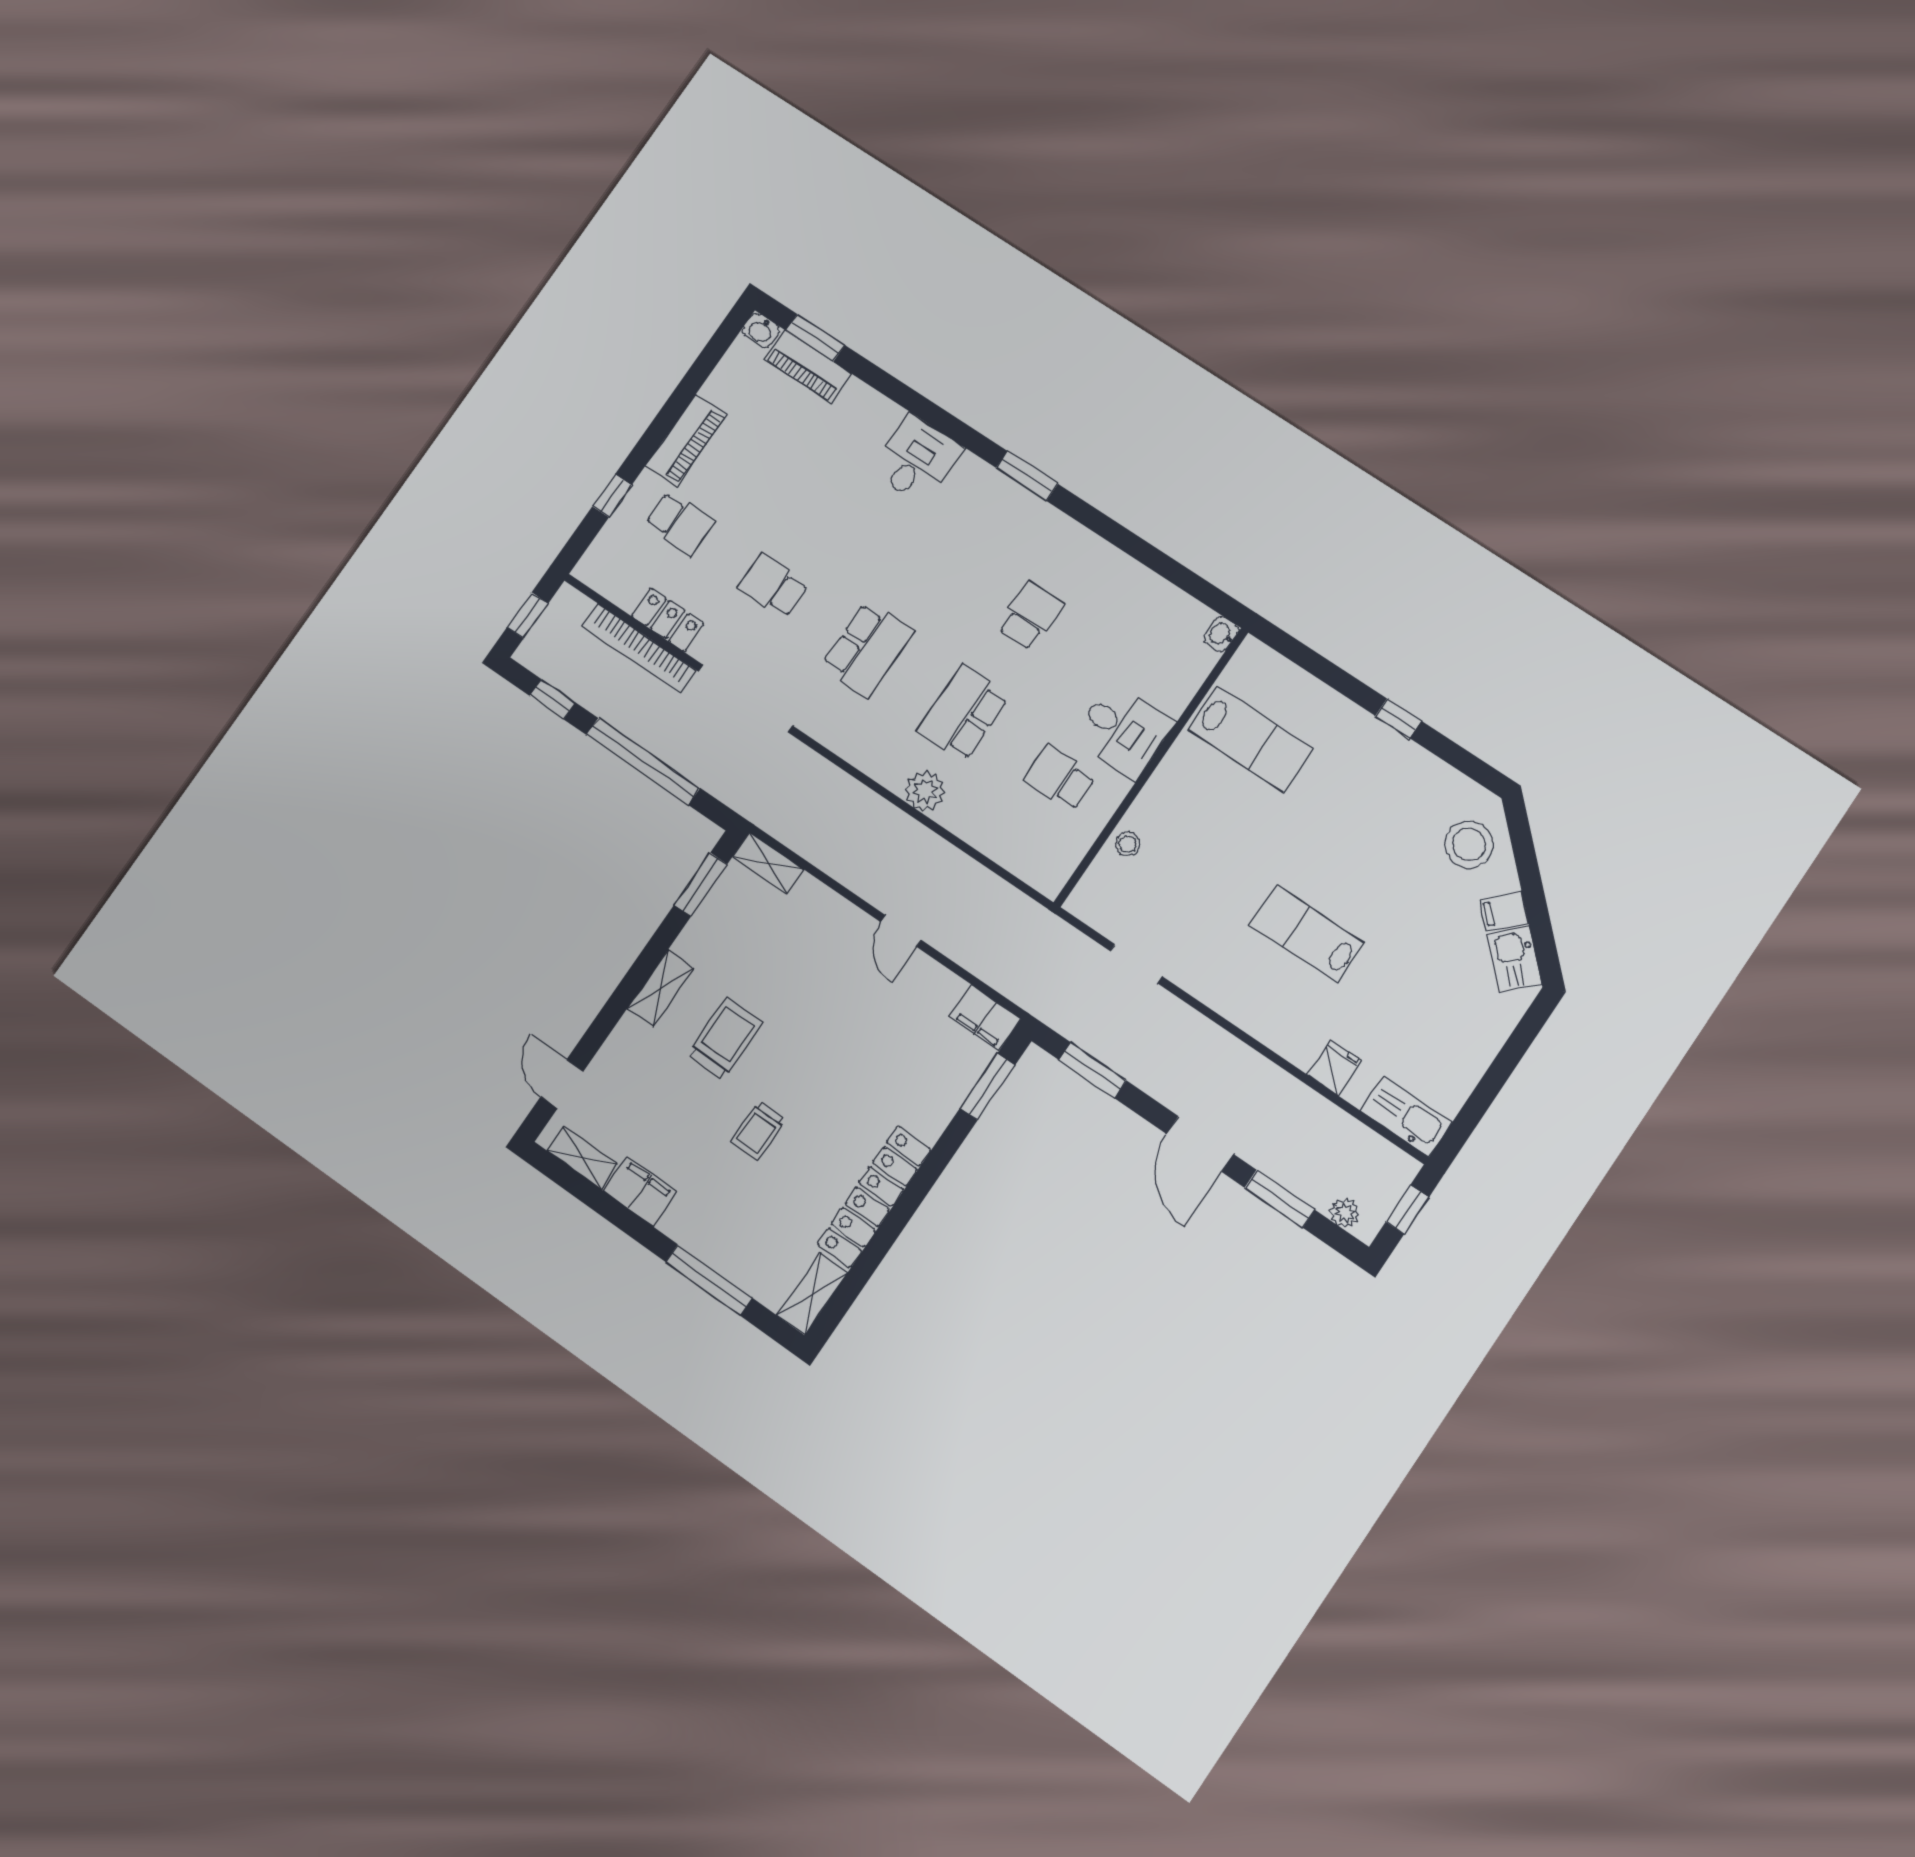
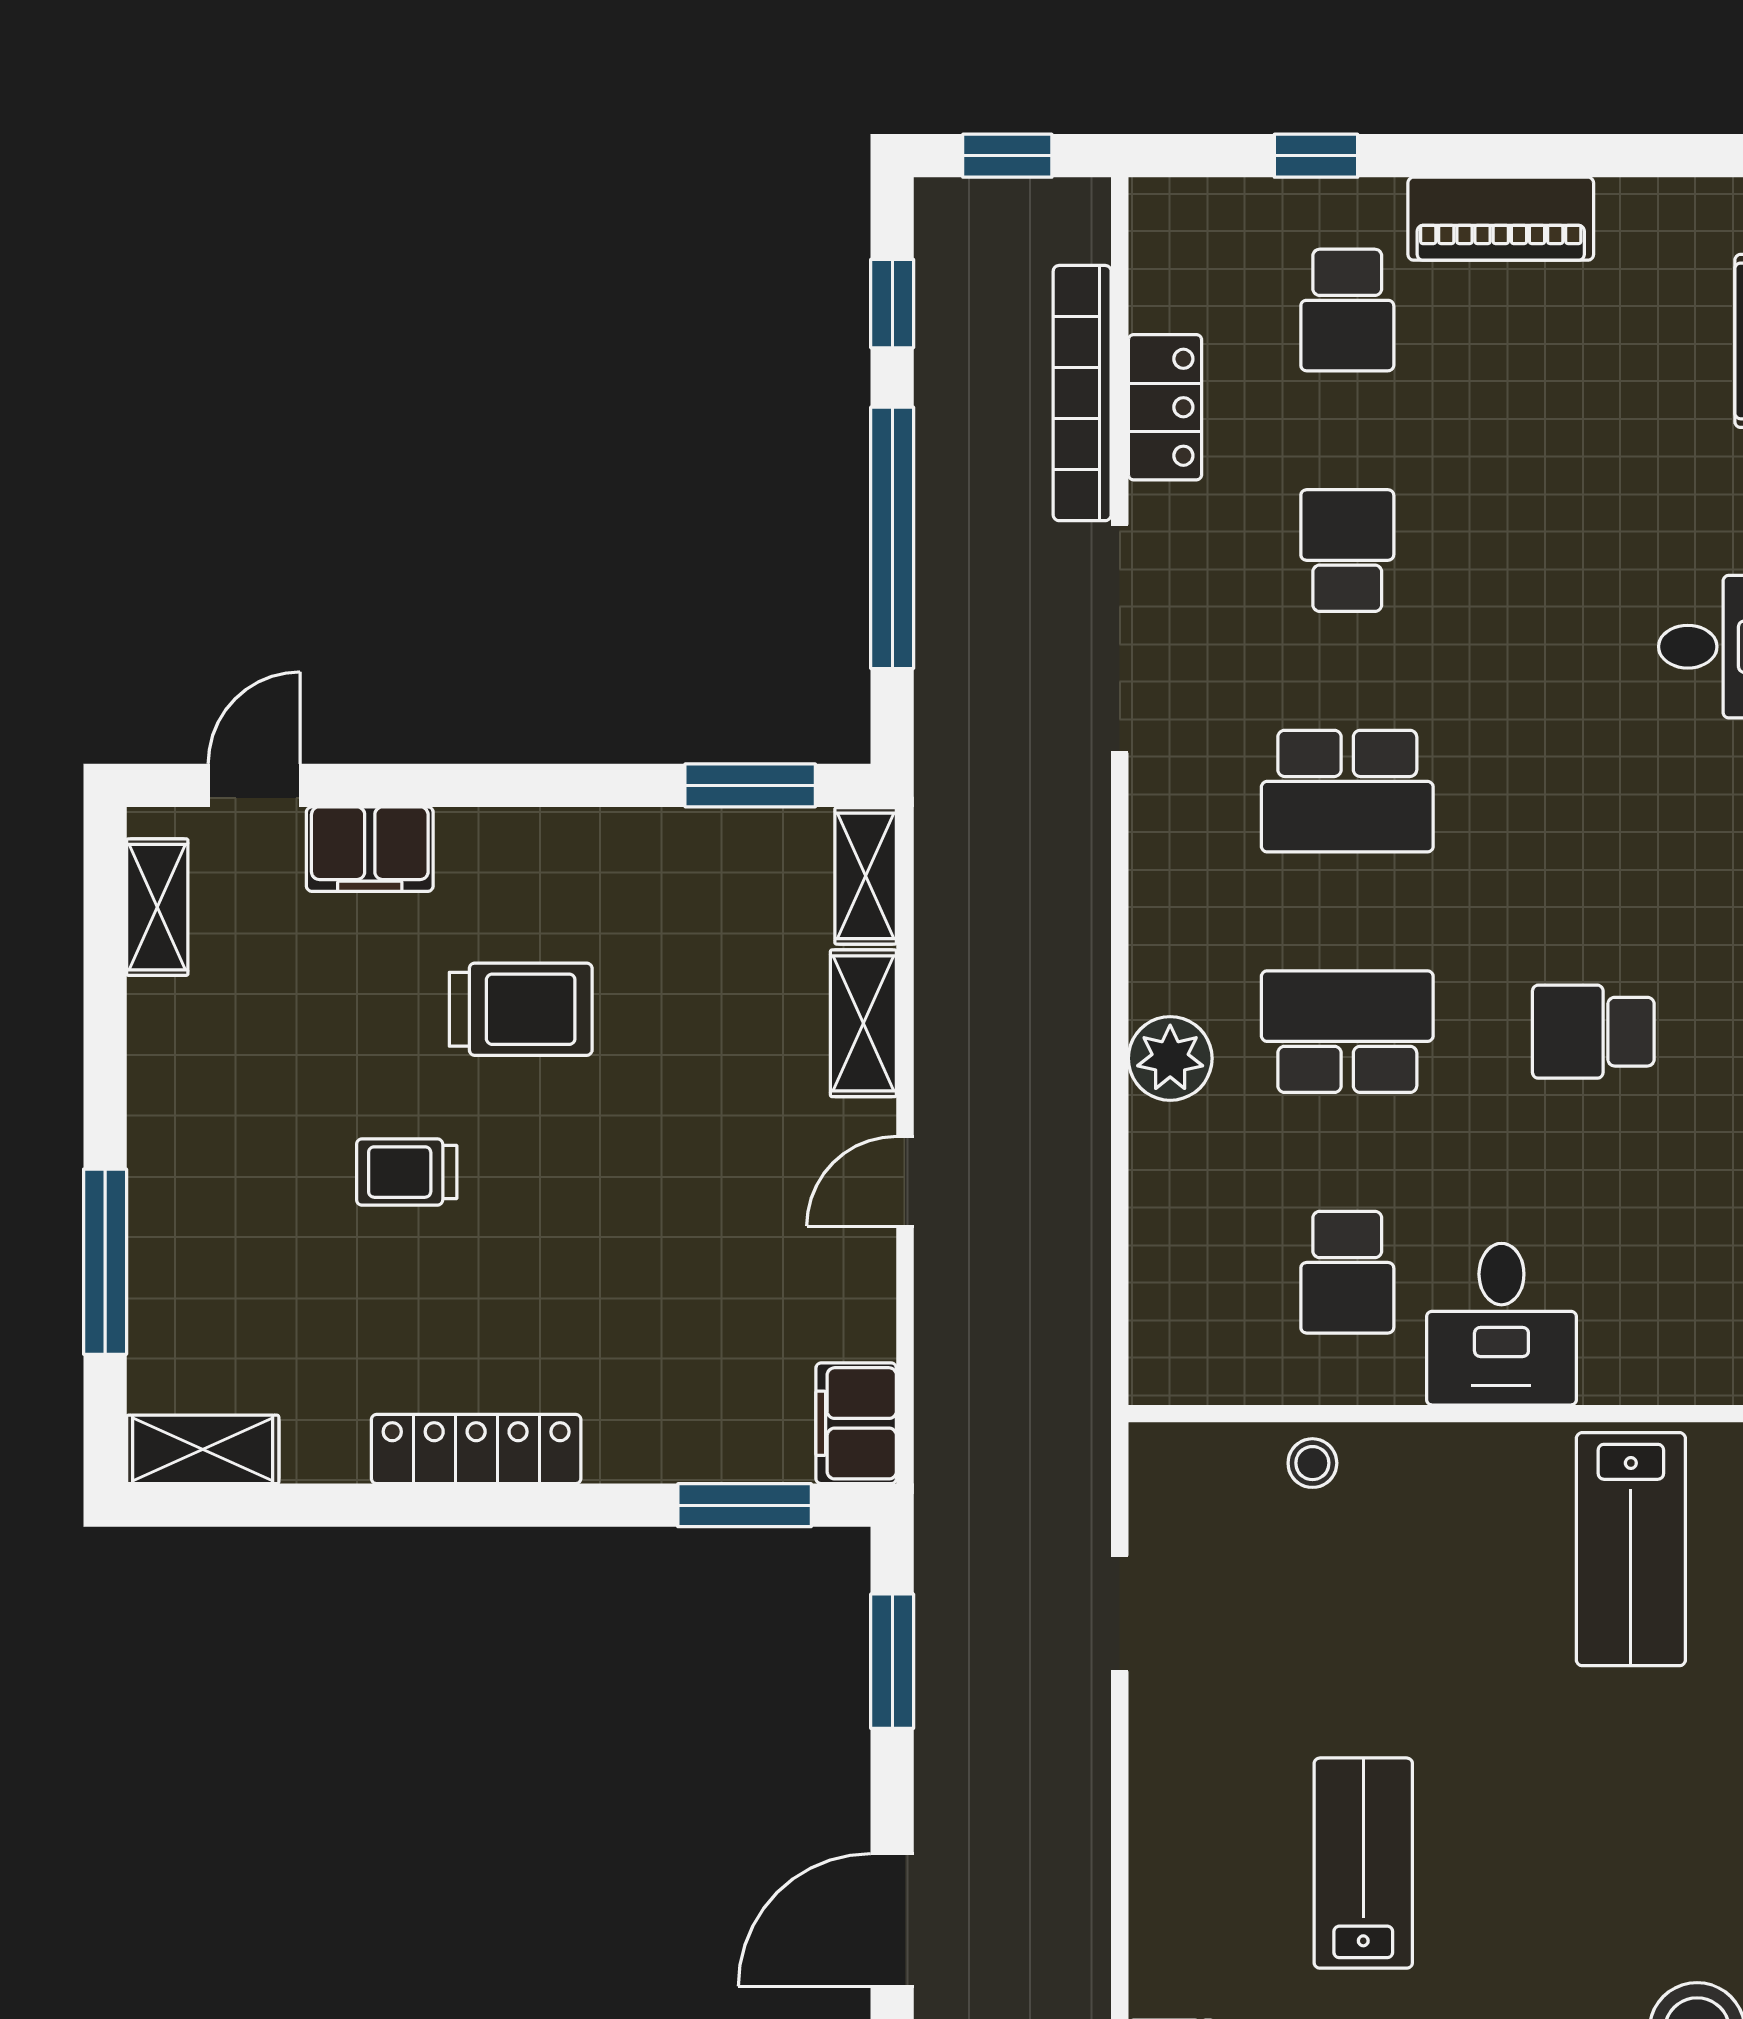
school desk: (1030, 616) -> (1593, 1032), turned 180
school desk: (1060, 778) -> (1347, 1272), turned 180
shelving: (661, 988) -> (863, 1023), moved, turned 90
filing cabinet: (640, 1192) -> (370, 849), moved, turned 90
locker: (874, 1197) -> (476, 1449), width x0.71, depth x0.83

